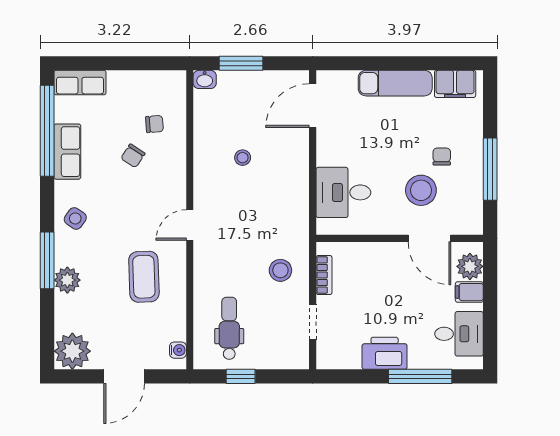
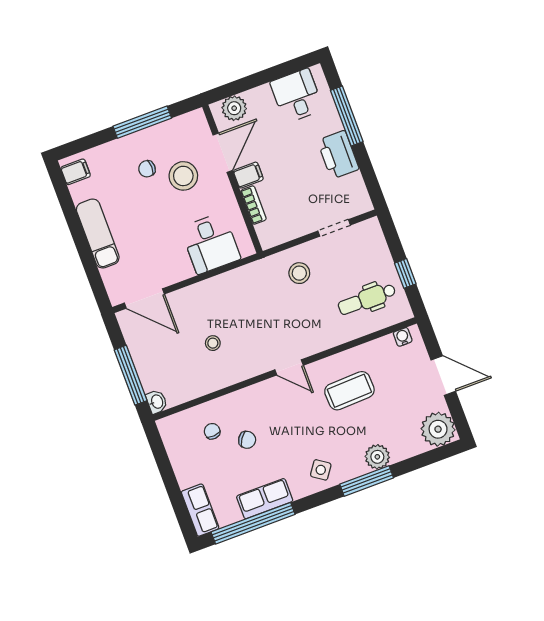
window: (241, 63) -> (131, 375), width x1.44
filing cabinet: (455, 84) -> (76, 172), width x0.50
bookcase: (324, 275) -> (253, 205), moved, turned 90
filing cabinet: (469, 292) -> (248, 175), moved, turned -90

